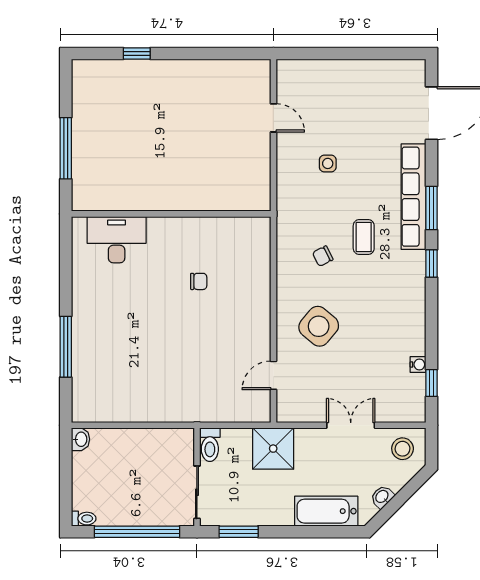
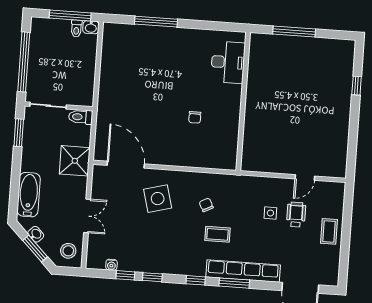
coffee table: (348, 78) -> (329, 231), added
wheelchair: (327, 127) -> (296, 215), added
side table: (319, 326) -> (158, 199), turned 35
window: (432, 326) -> (152, 277), added
water cooler: (418, 365) -> (111, 265), moved
door: (273, 375) -> (126, 165), width x1.87
window: (432, 383) -> (125, 275), moved
window: (66, 470) -> (70, 15), added
window: (403, 496) -> (35, 249), added
toilet: (84, 519) -> (76, 28), moved

